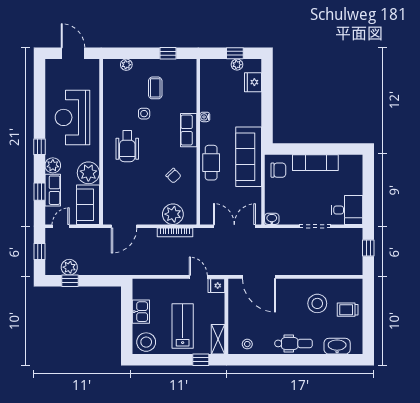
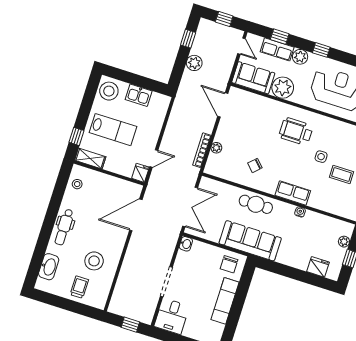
plant: (237, 65) -> (344, 242), moved
plant: (173, 214) -> (216, 148), width x0.53, depth x0.53
plant: (69, 267) -> (194, 63), moved

